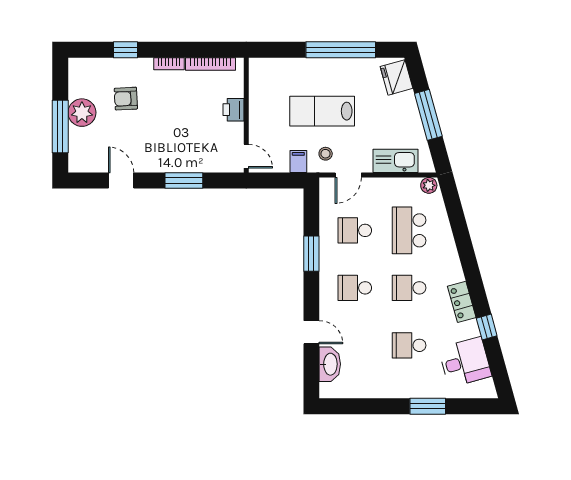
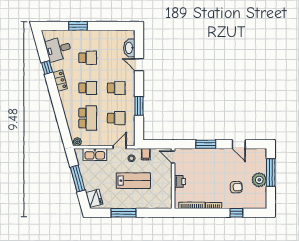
window: (341, 50) -> (124, 213), width x0.68

